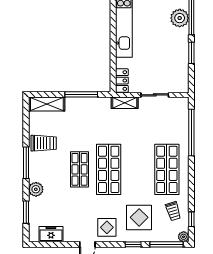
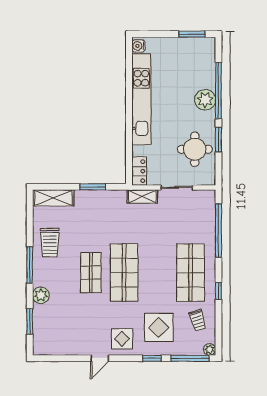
round table: (171, 61) -> (195, 149), added
window: (81, 94) -> (93, 187), width x0.69
trolley: (44, 143) -> (50, 243), turned 90
window: (191, 219) -> (218, 291), moved
freezer: (51, 234) -> (58, 347), removed

